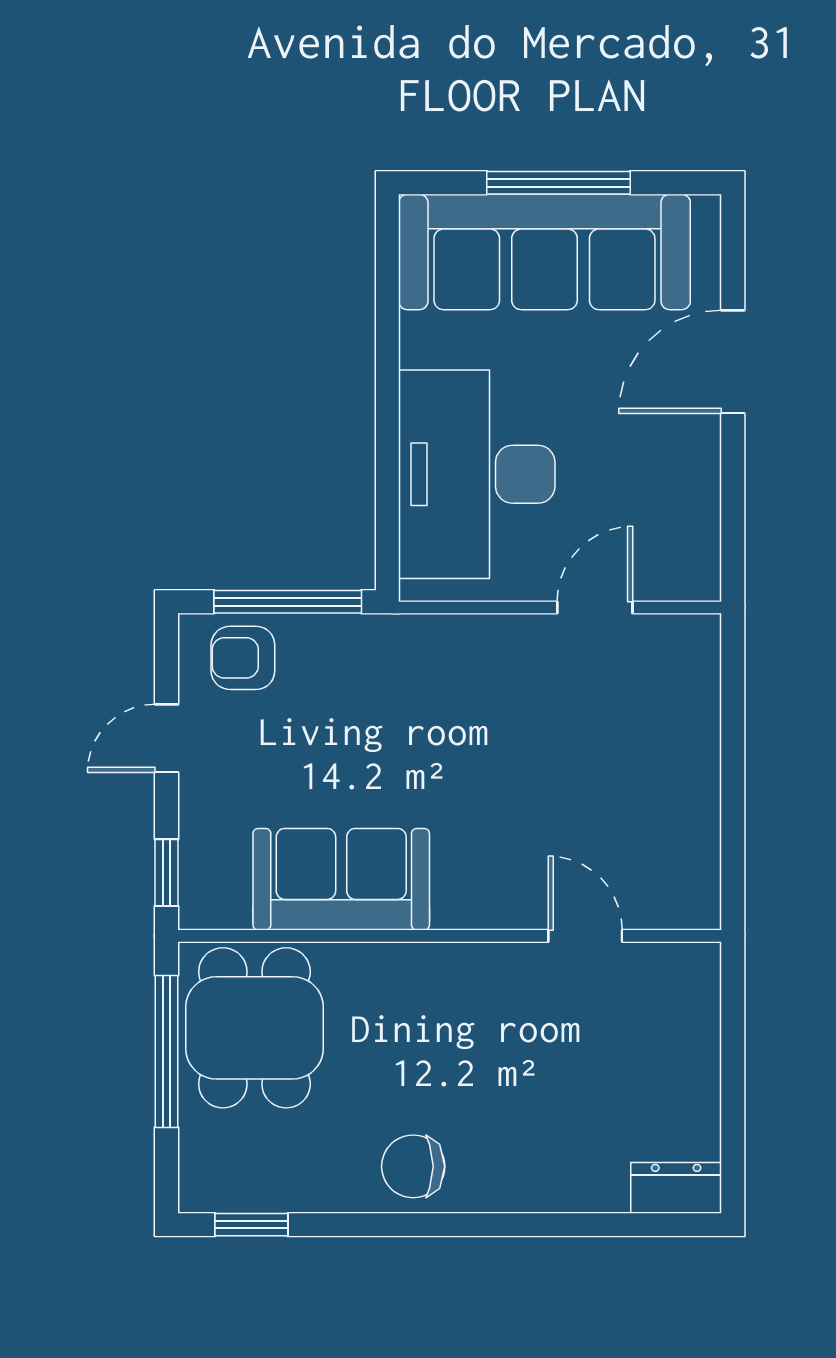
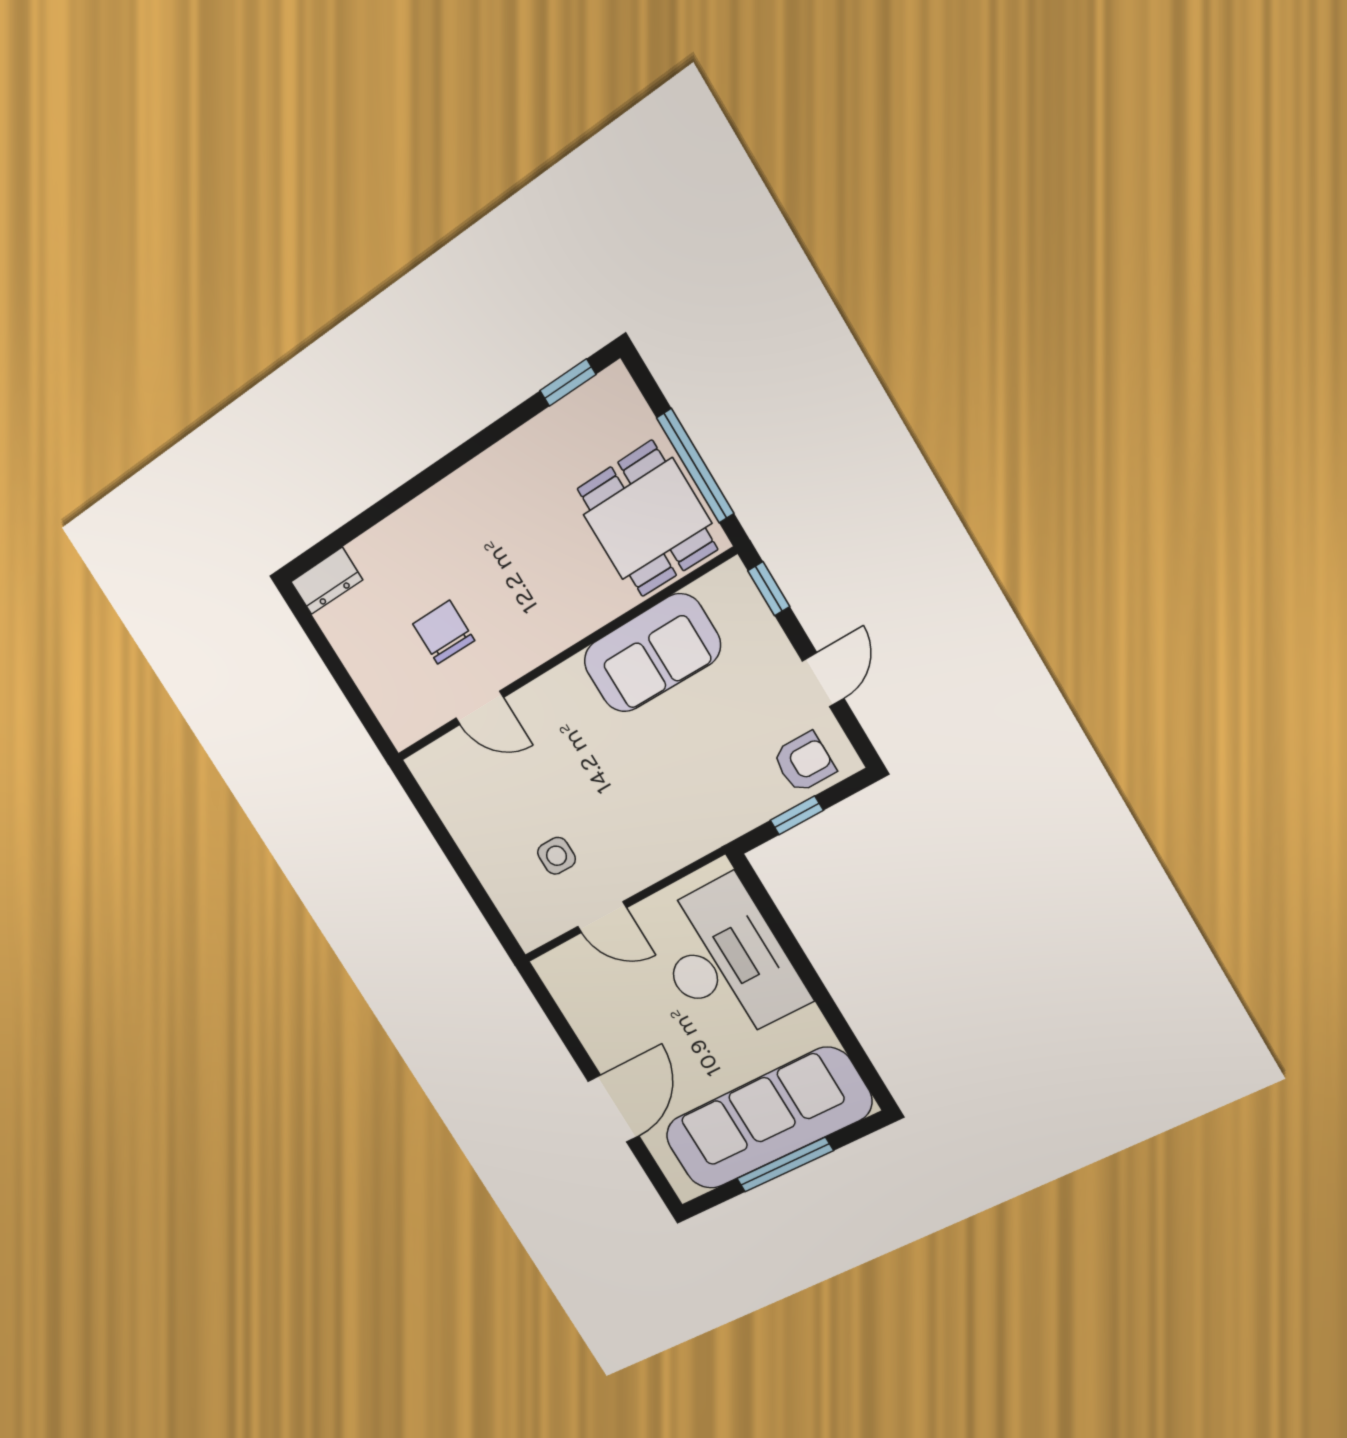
window: (288, 602) -> (797, 815), width x0.46
door: (595, 607) -> (602, 917), hinge flipped
side table: (604, 711) -> (557, 856), added
chair: (413, 1166) -> (444, 632), moved, turned -90

